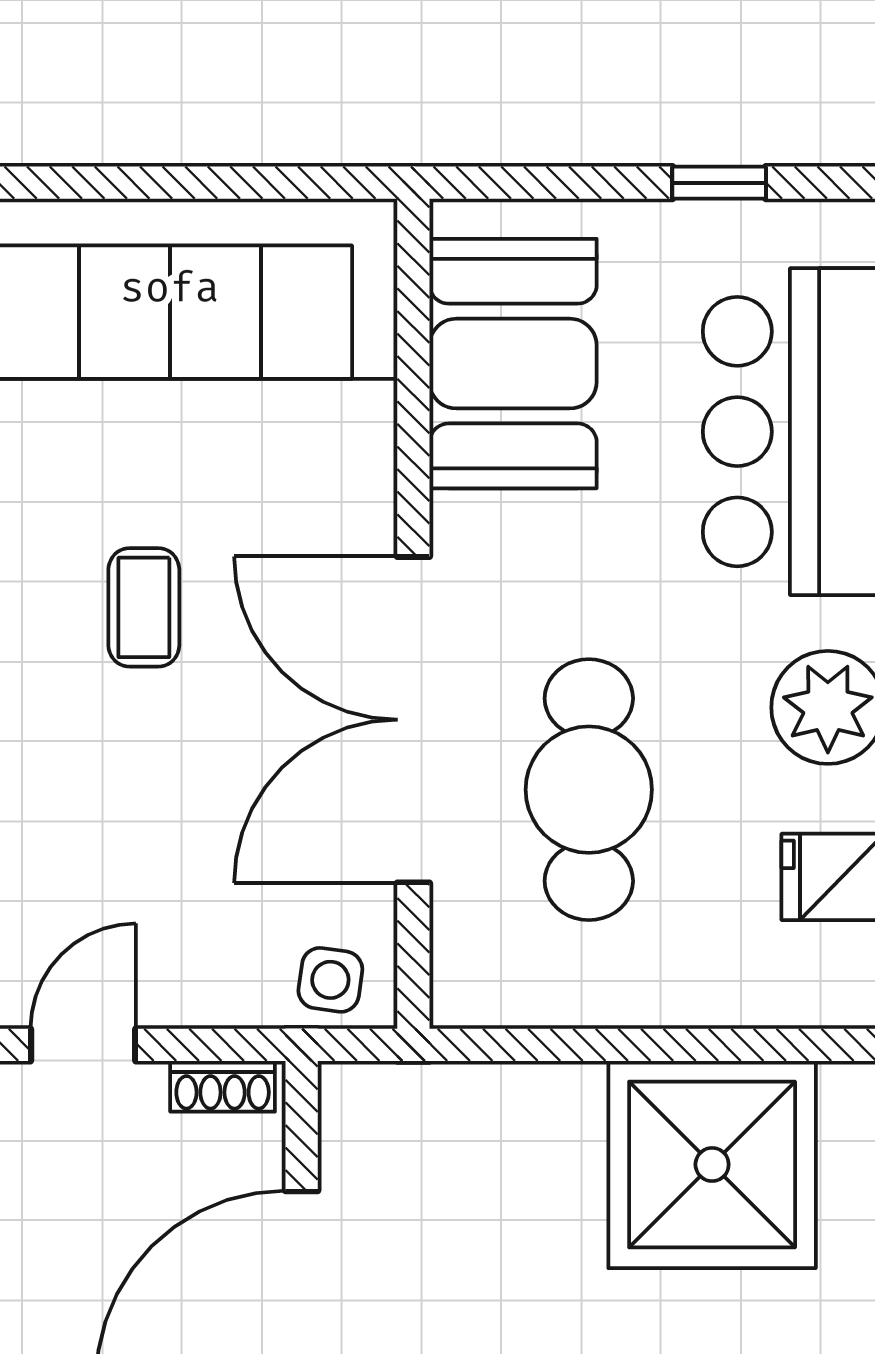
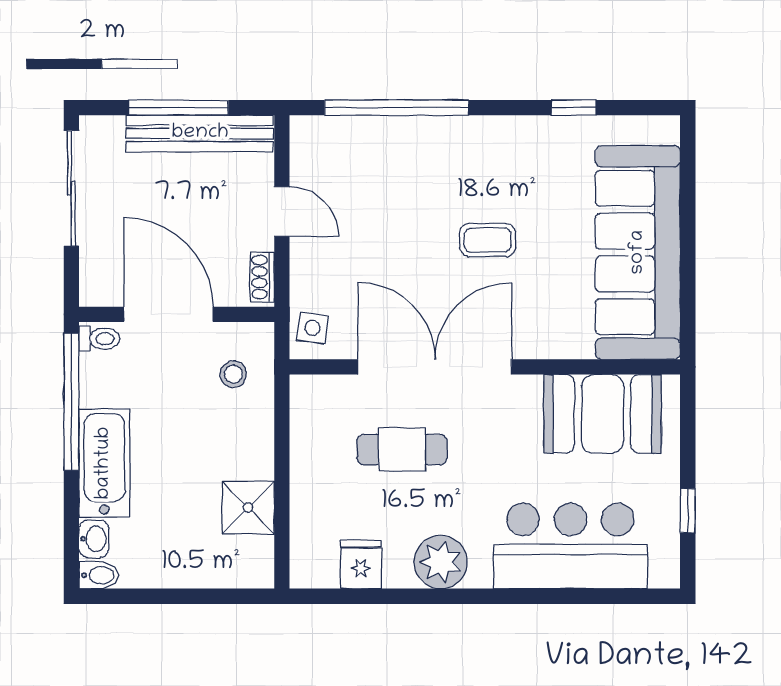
cafe table: (589, 790) -> (402, 450), width x0.73, depth x0.74
stool: (429, 1148) -> (233, 374), added
shower: (712, 1165) -> (248, 508), width x0.54, depth x0.54

